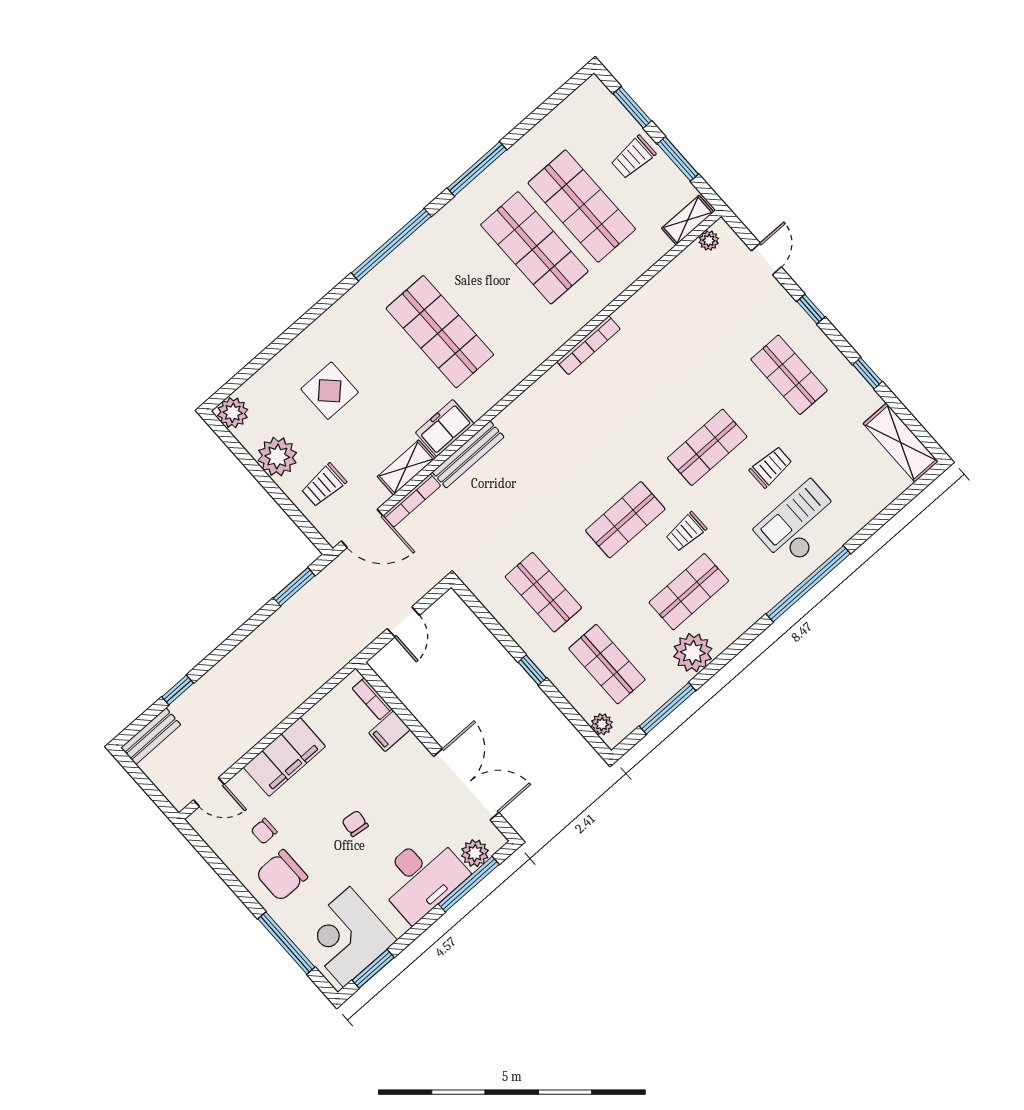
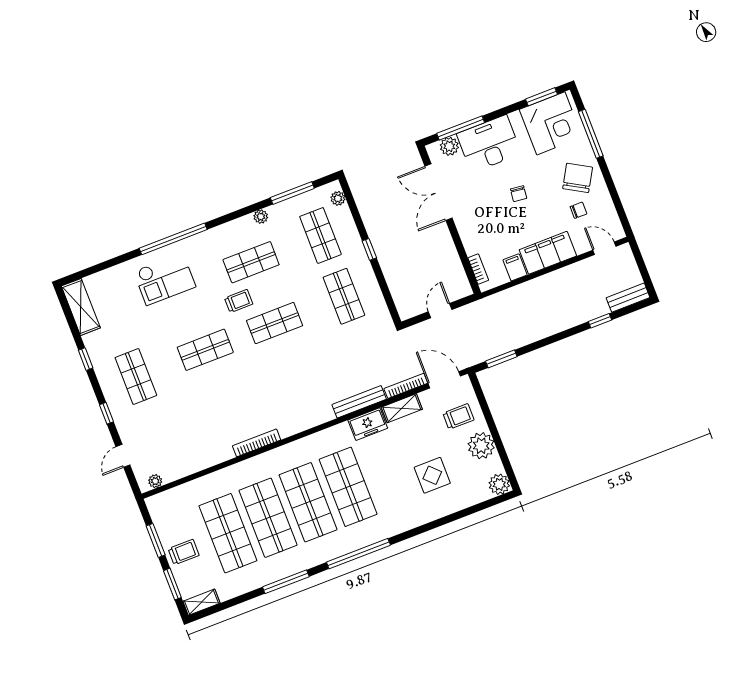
shelving: (688, 220) -> (202, 602), moved
shop shelf: (487, 290) -> (308, 502), added
trolley: (771, 467) -> (169, 322), removed
plant: (693, 653) -> (261, 217), width x0.53, depth x0.53
filing cabinet: (389, 731) -> (515, 267), moved, turned -90
chair: (282, 875) -> (578, 178), turned -60

